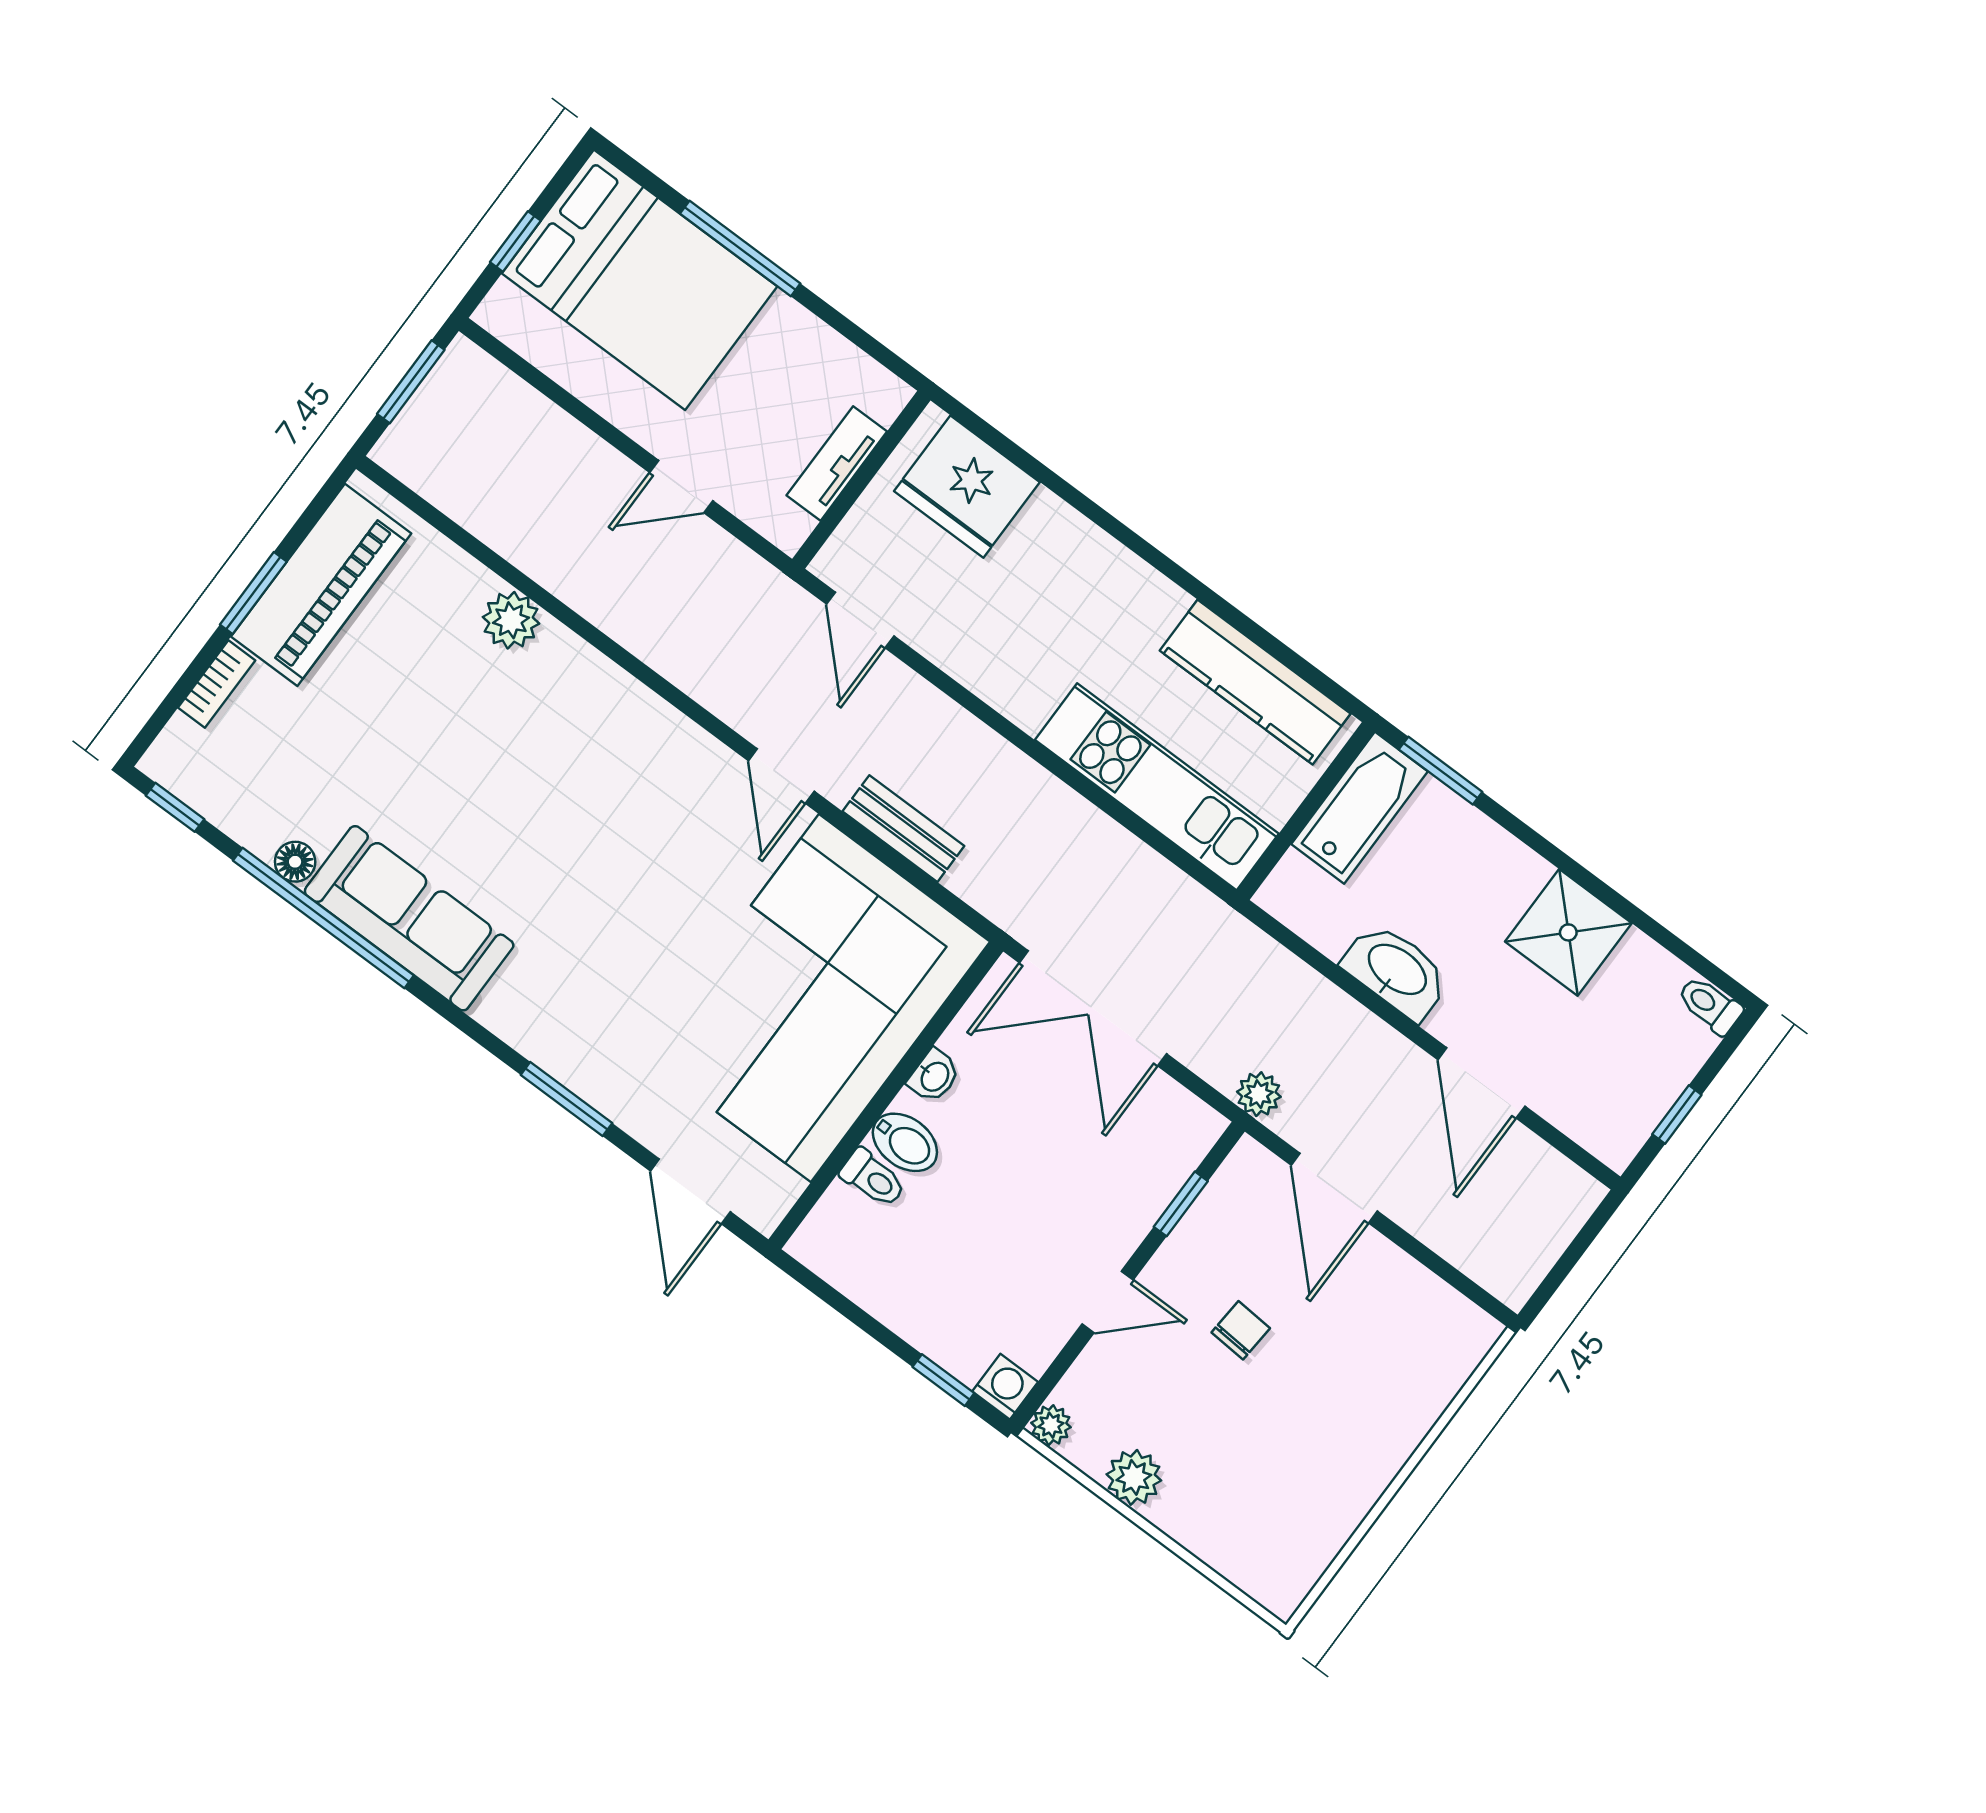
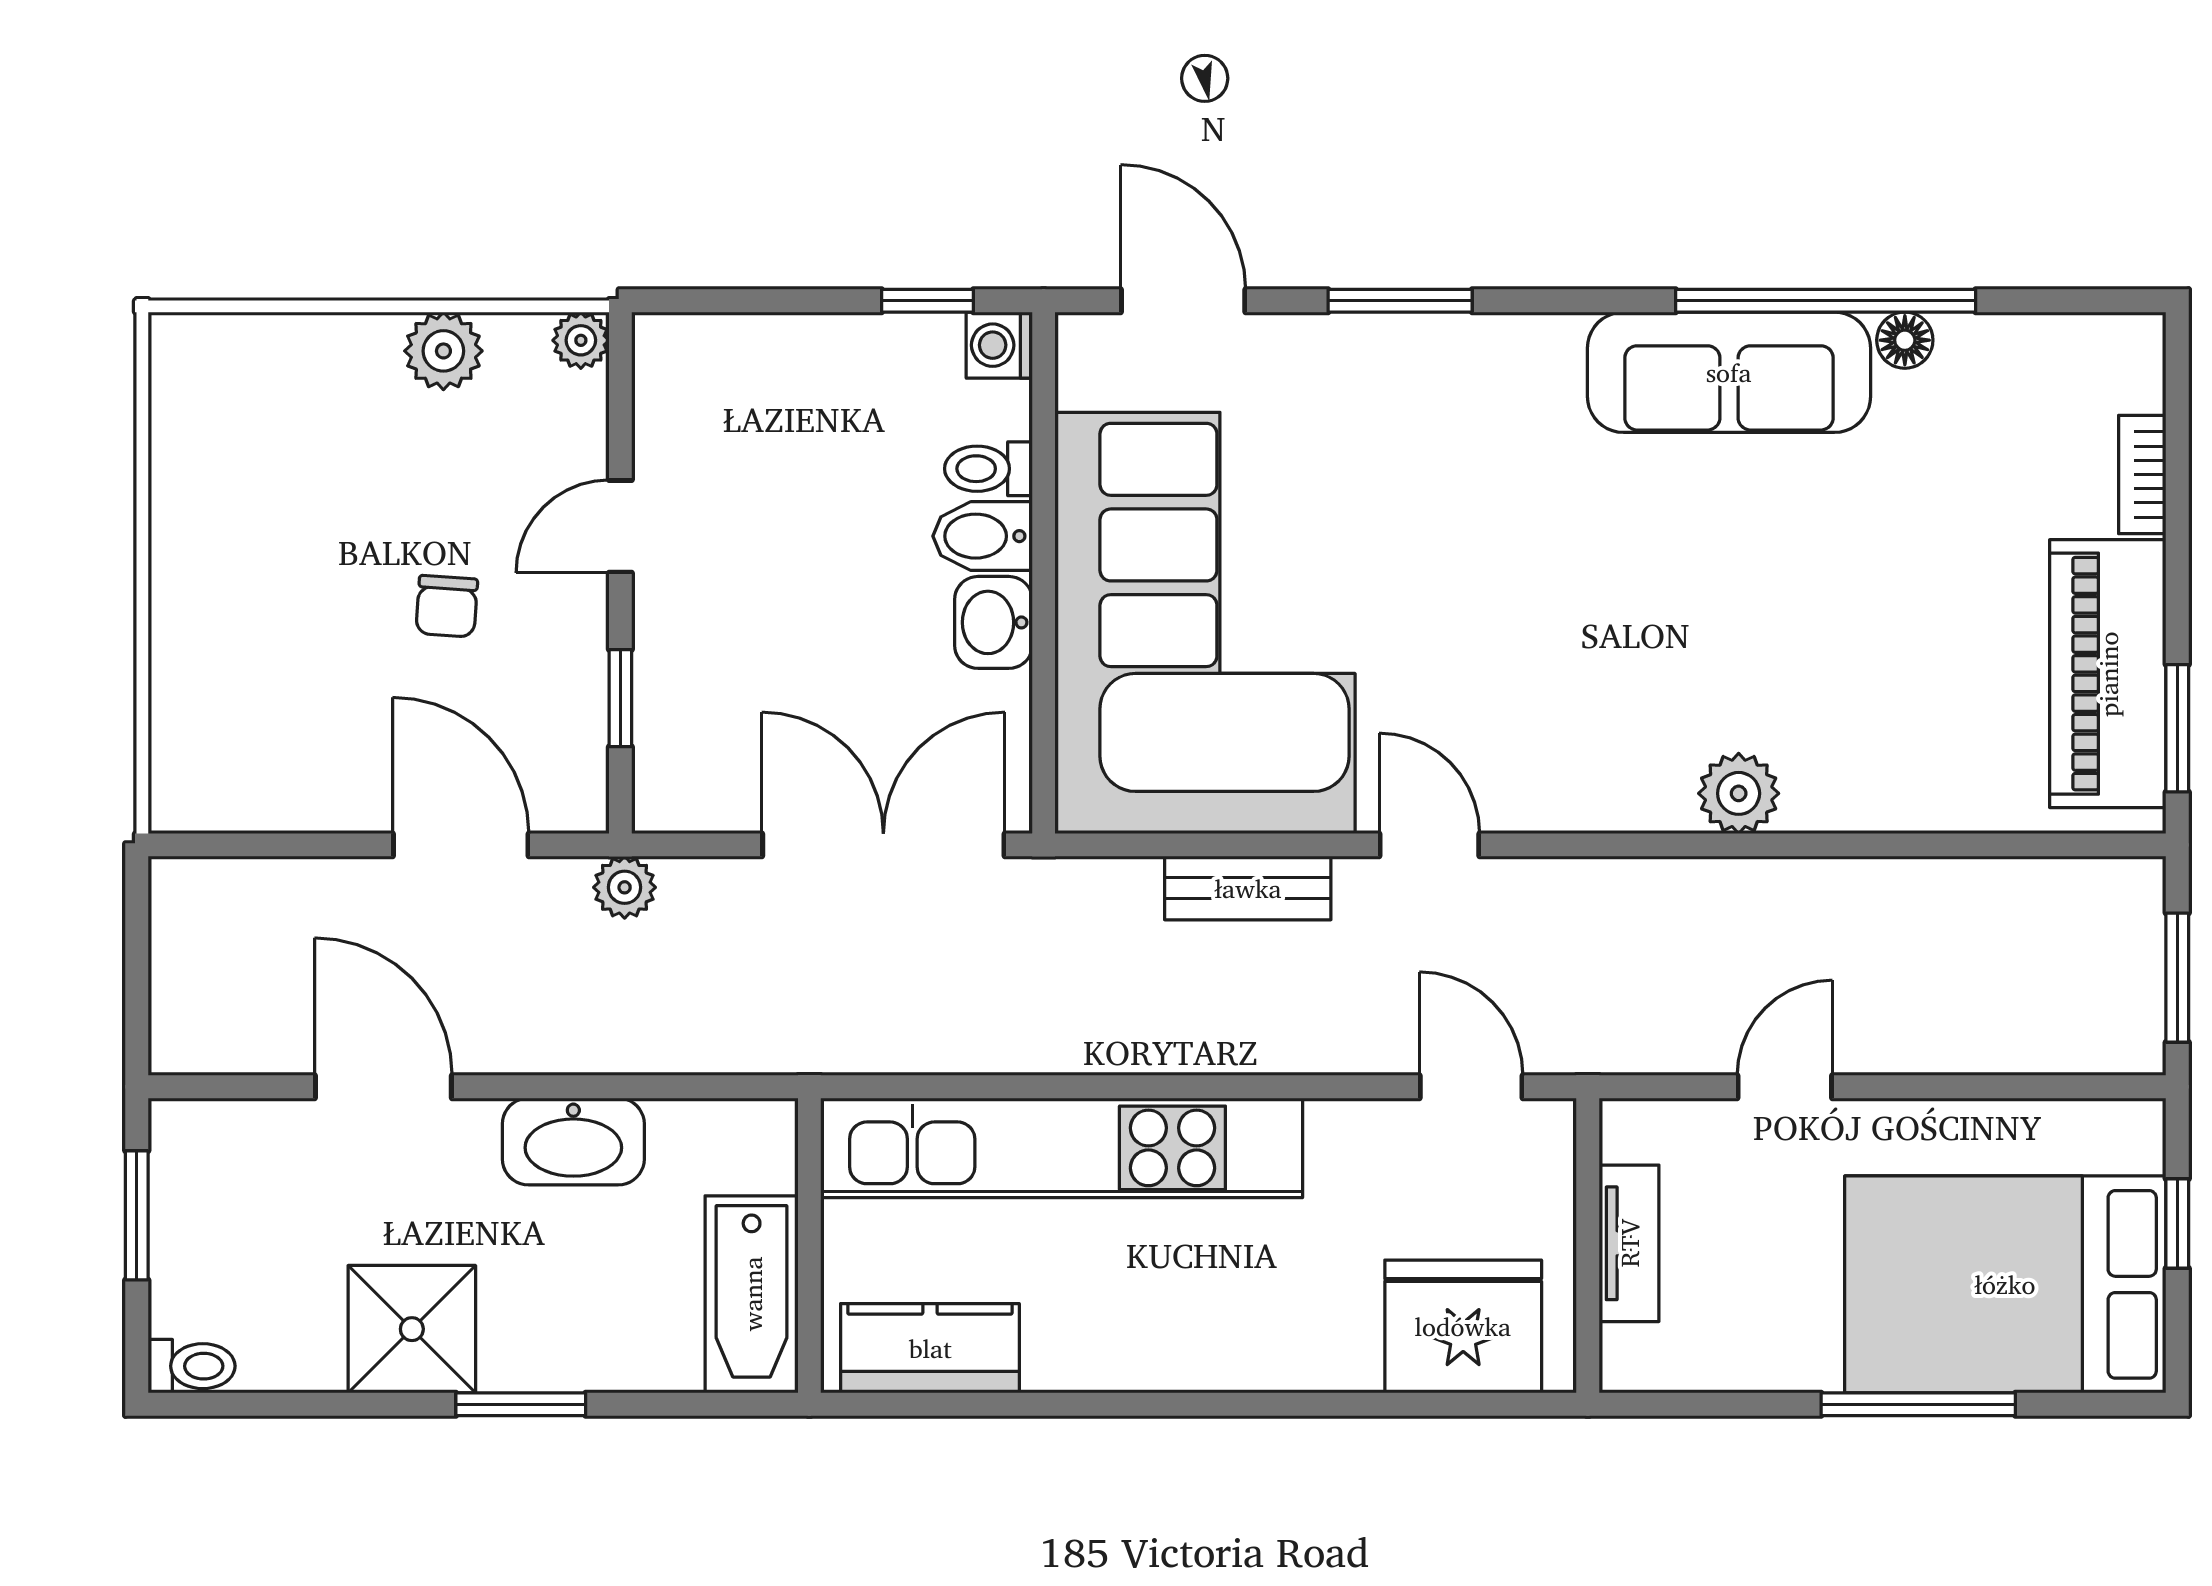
window: (253, 593) -> (2177, 728), moved
plant: (511, 620) -> (1739, 793), moved
kitchen counter: (1255, 682) -> (930, 1348), width x0.67
window: (1441, 771) -> (521, 1404), moved
kitchen unit: (1157, 787) -> (1062, 1148), width x1.36
window: (175, 807) -> (2086, 301), removed
washbasin: (934, 1076) -> (993, 622), width x1.38, depth x1.45
window: (1677, 1114) -> (137, 1215), width x1.50
window: (943, 1380) -> (927, 301), moved
washing machine: (1005, 1387) -> (999, 345), moved, turned 90

